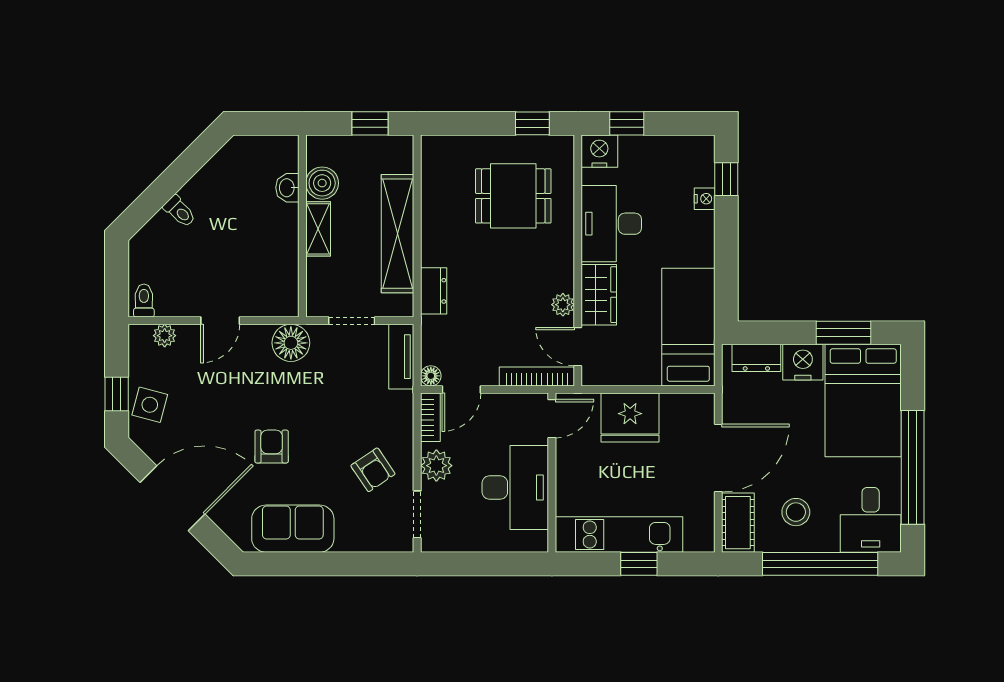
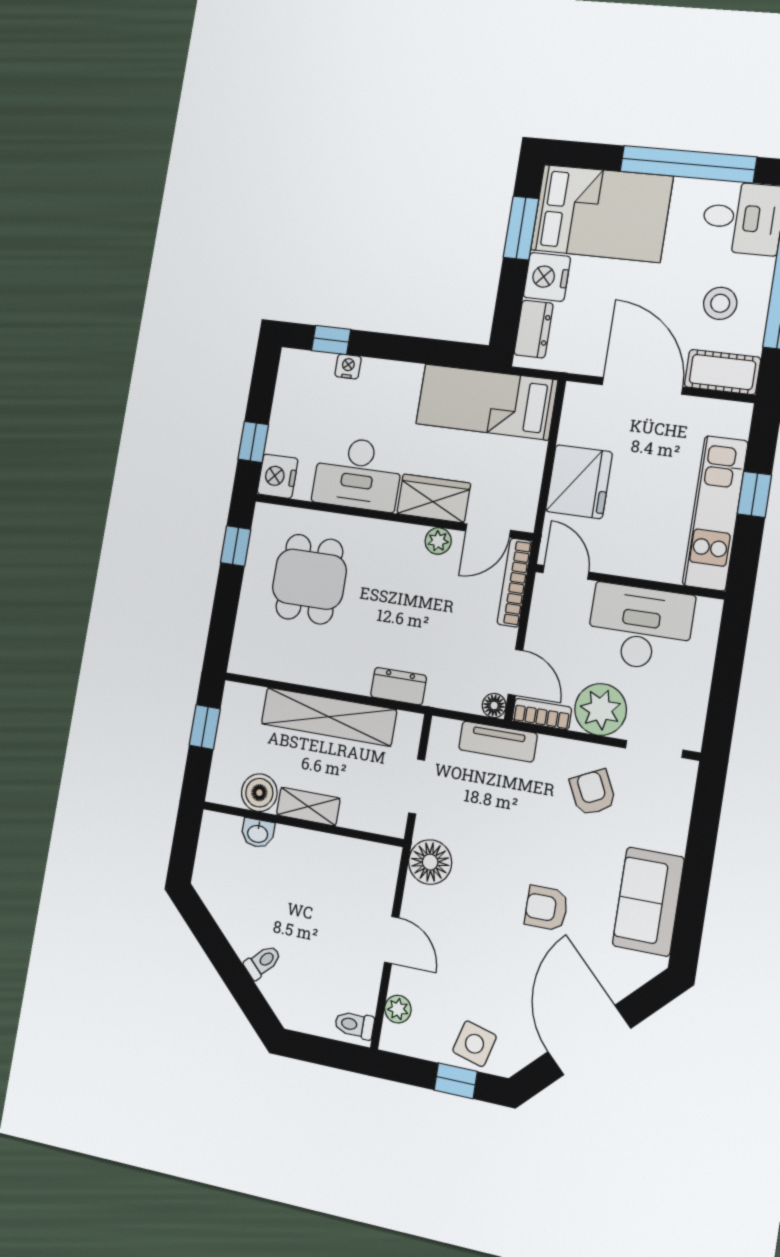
tv unit: (401, 357) -> (498, 742), moved
plant: (436, 466) -> (601, 710), width x1.36, depth x1.36
armchair: (373, 470) -> (593, 792), turned -82

